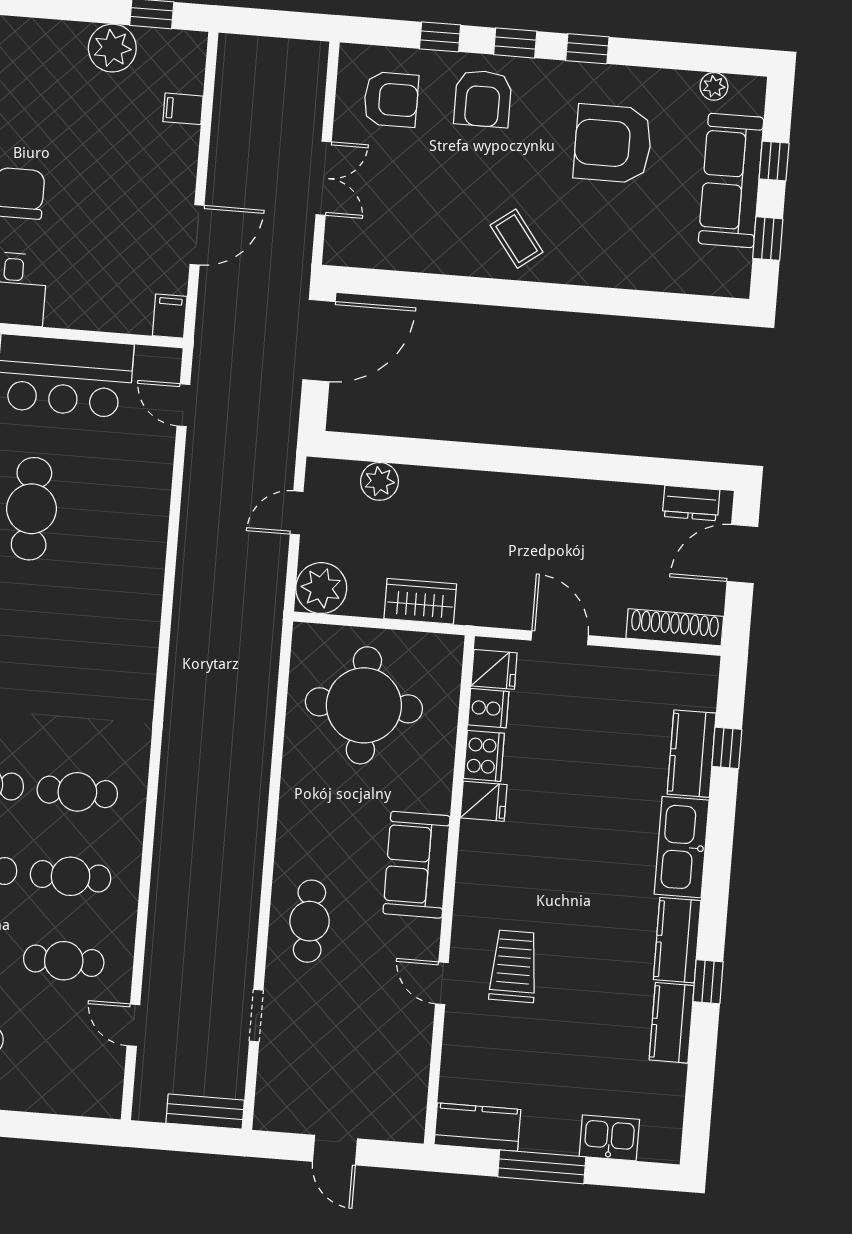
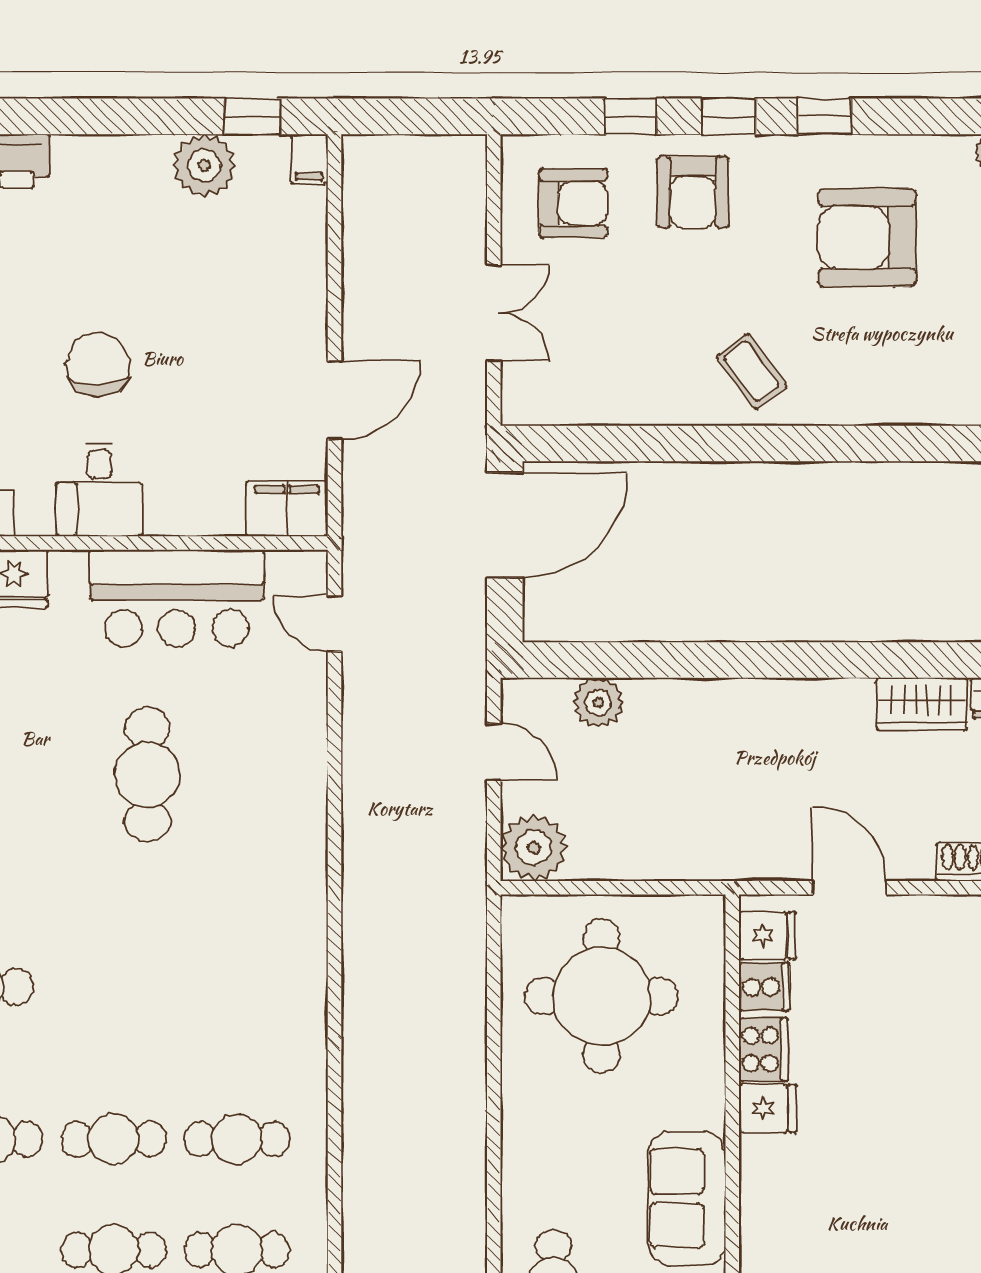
filing cabinet: (183, 109) -> (309, 159), moved, turned -90
filing cabinet: (170, 316) -> (287, 509), width x2.00
door: (297, 513) -> (494, 752), swing flipped
wardrobe: (420, 601) -> (922, 704), moved, turned 180

